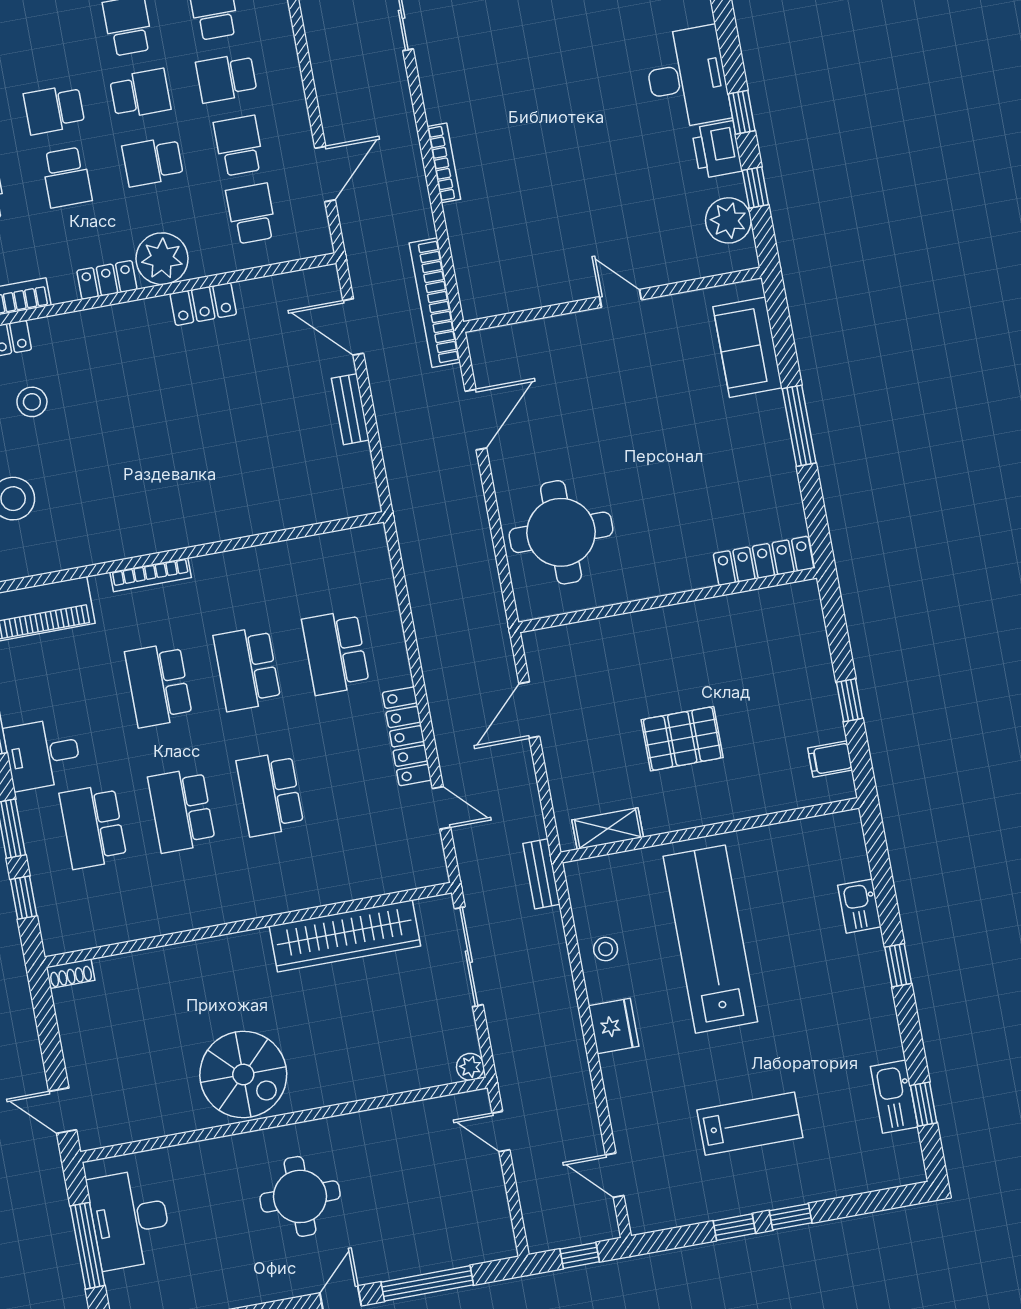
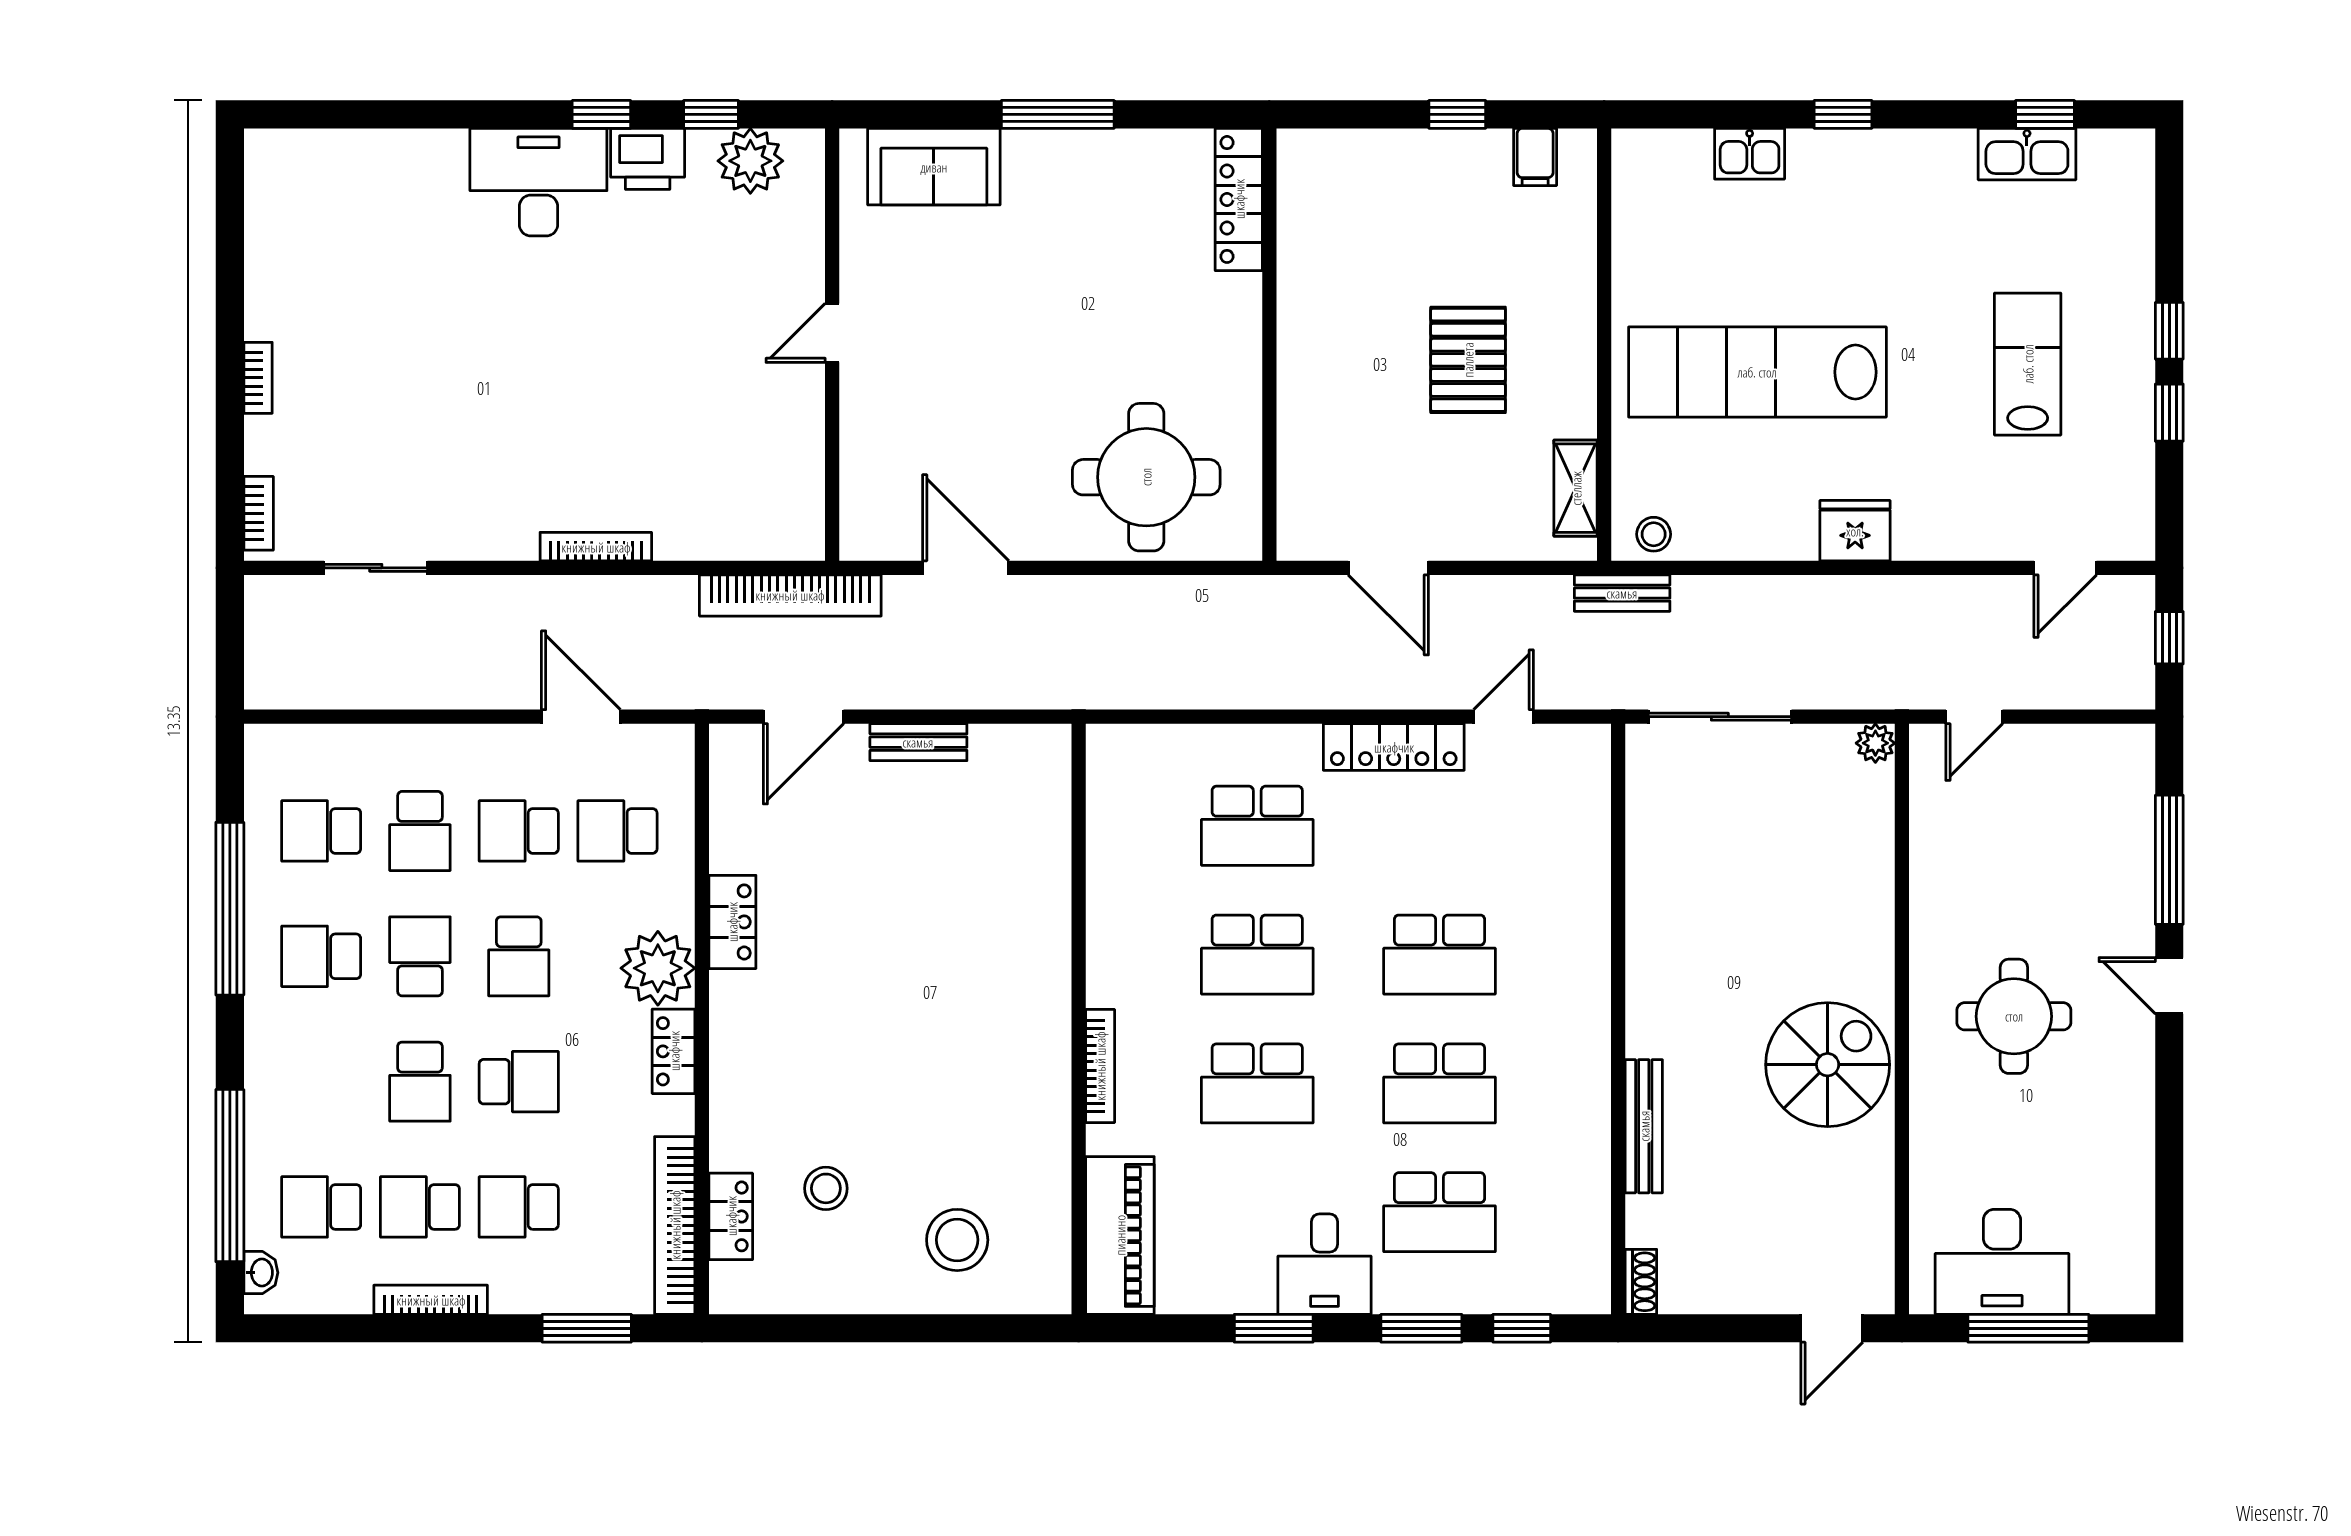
wardrobe: (345, 936) -> (1659, 886), removed
stool: (606, 949) -> (1654, 534), moved
bench: (178, 956) -> (1644, 1126), added

